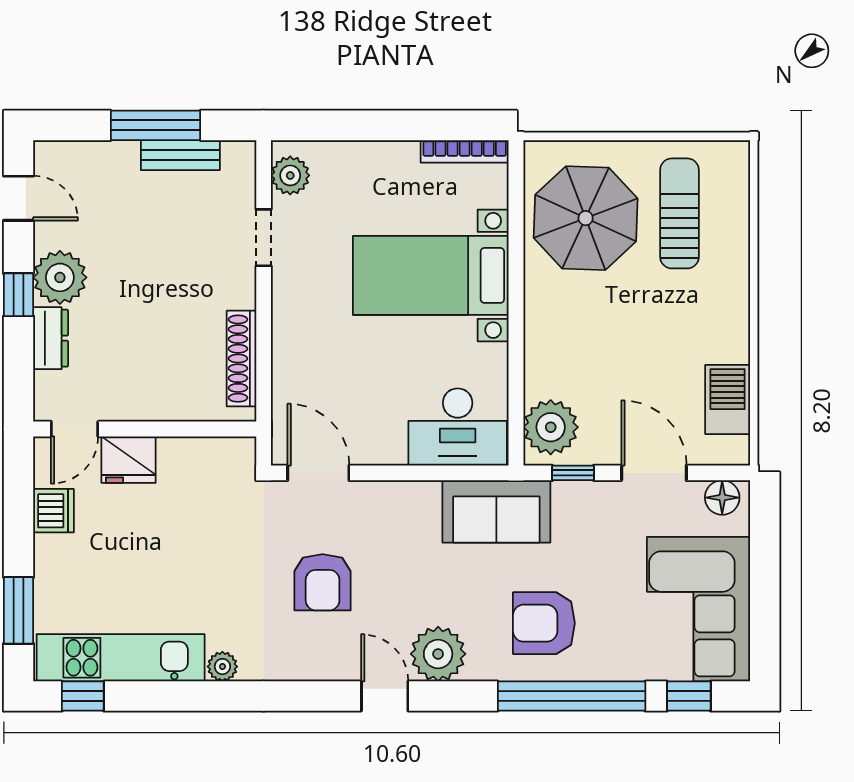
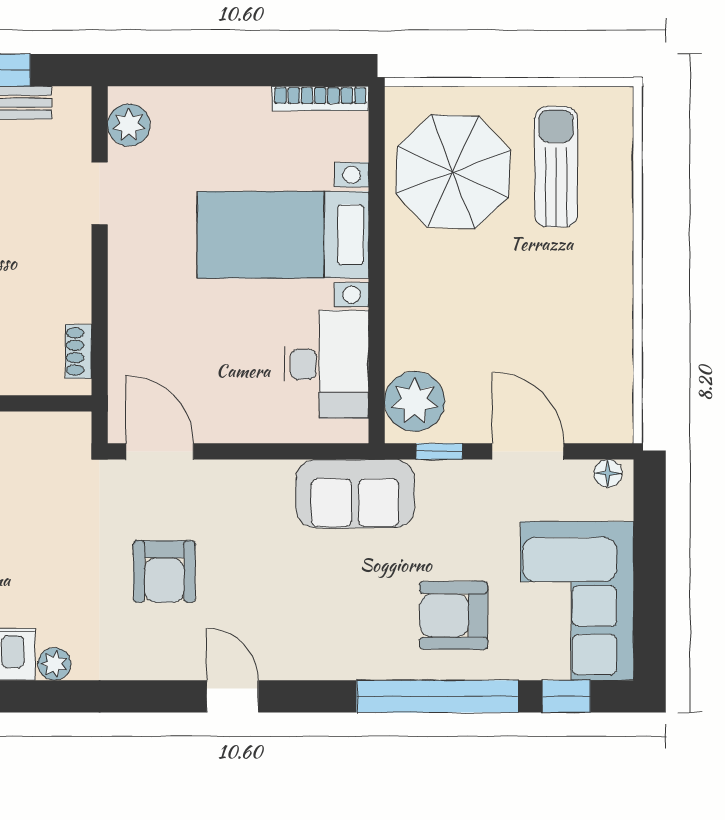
shoe rack: (242, 359) -> (78, 351), width x0.51, depth x0.81
barbecue: (728, 400) -> (609, 371), removed
desk: (458, 427) -> (326, 364), moved, turned -90
floor lamp: (722, 498) -> (608, 473), width x0.73, depth x0.73
armchair: (544, 623) -> (454, 615), moved
plant: (438, 654) -> (291, 650), removed

